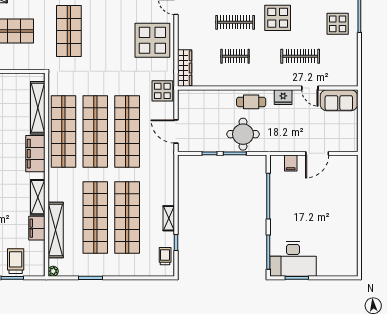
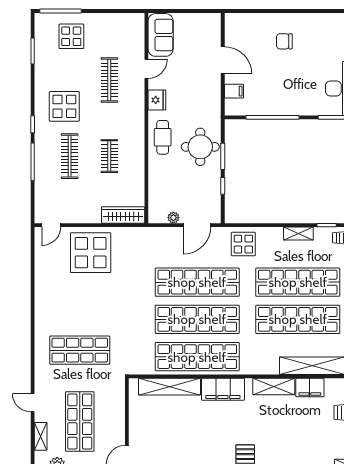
display table: (162, 91) -> (243, 244), moved
plant: (182, 111) -> (173, 218), added
chair: (333, 206) -> (284, 41), added

